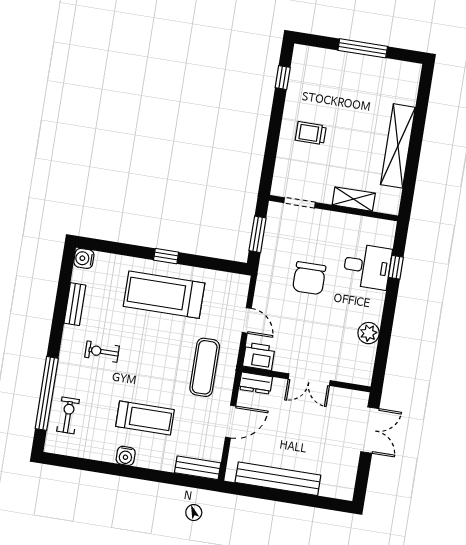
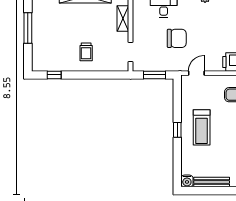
treadmill: (164, 295) -> (202, 127), width x0.73, depth x0.73
bench: (75, 304) -> (212, 182), width x1.36
door: (247, 320) -> (196, 73), moved

